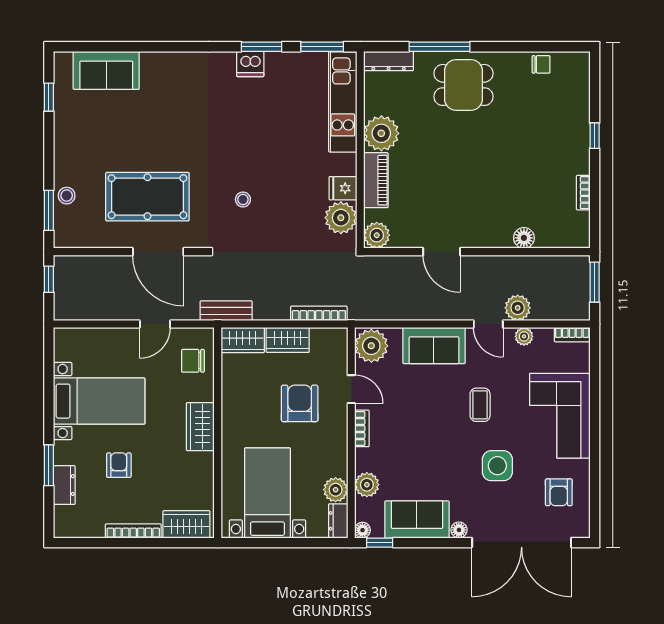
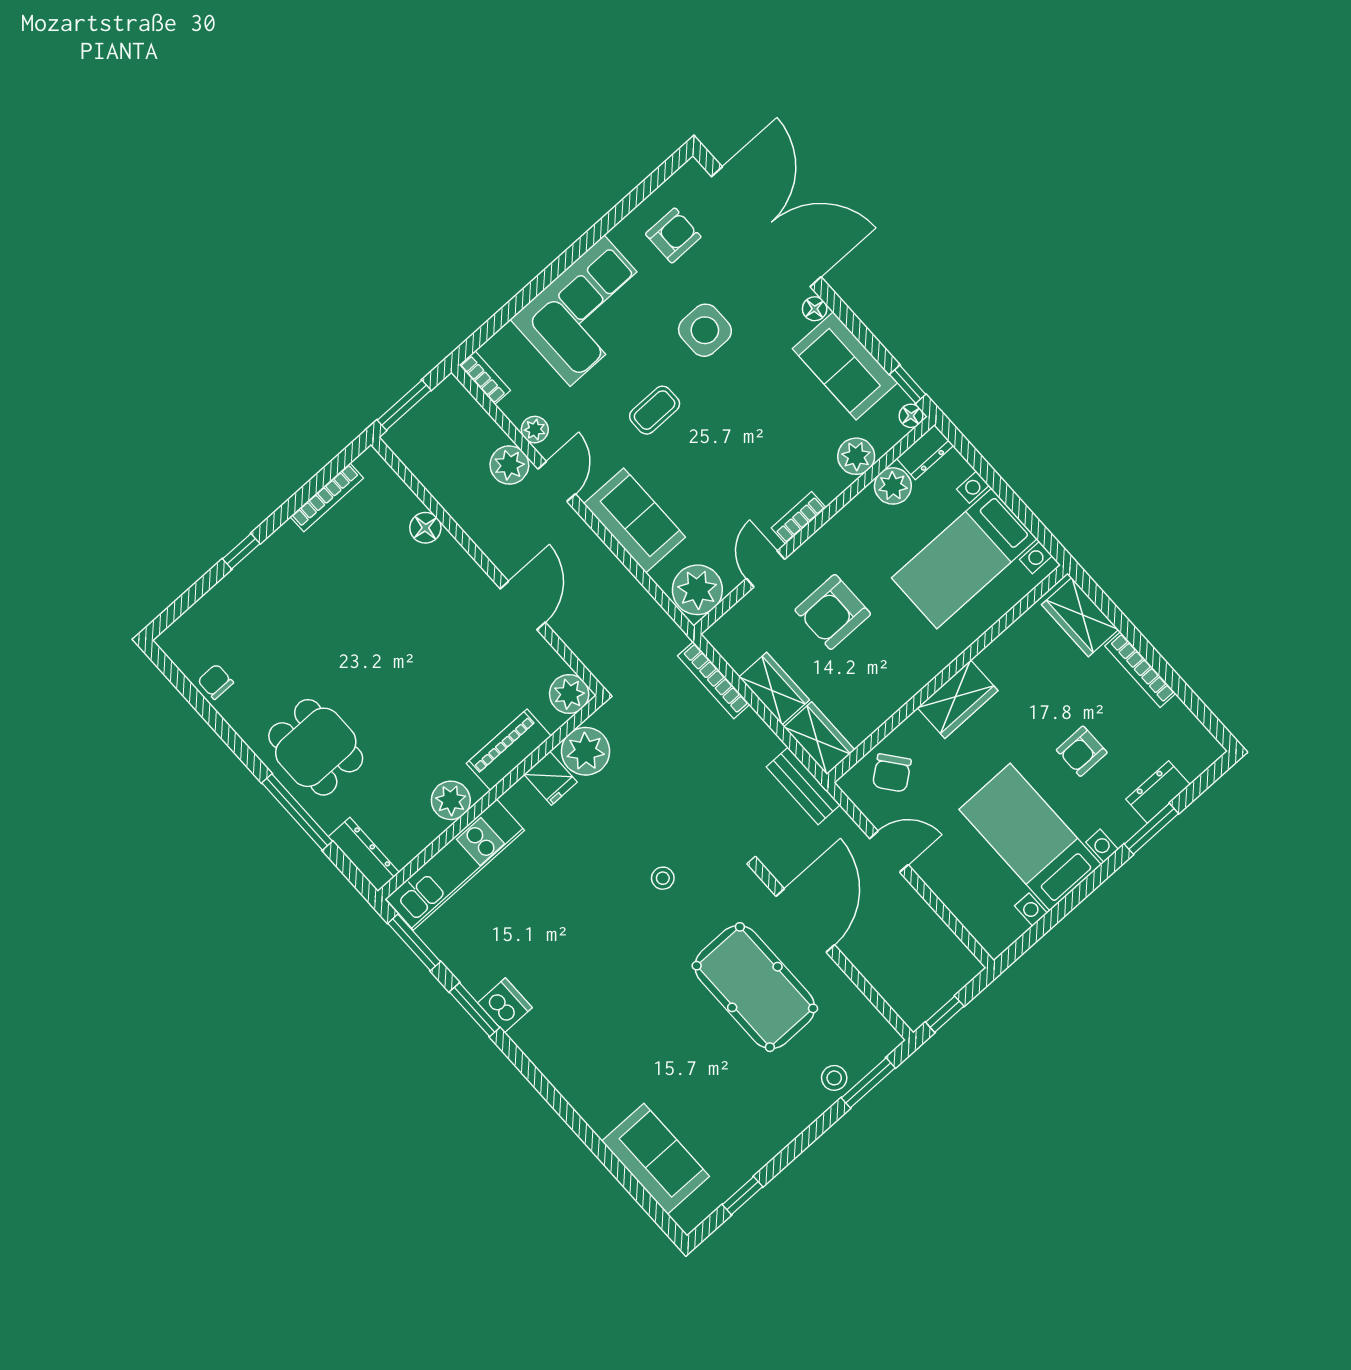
plant: (381, 133) -> (451, 800), width x0.73, depth x0.73
bookcase: (583, 193) -> (327, 497), width x1.56
chair: (193, 361) -> (892, 773), turned 52

